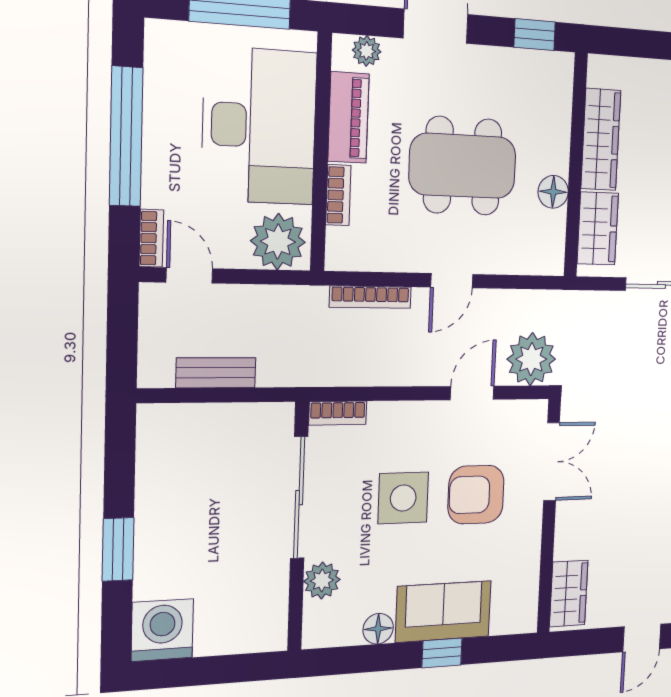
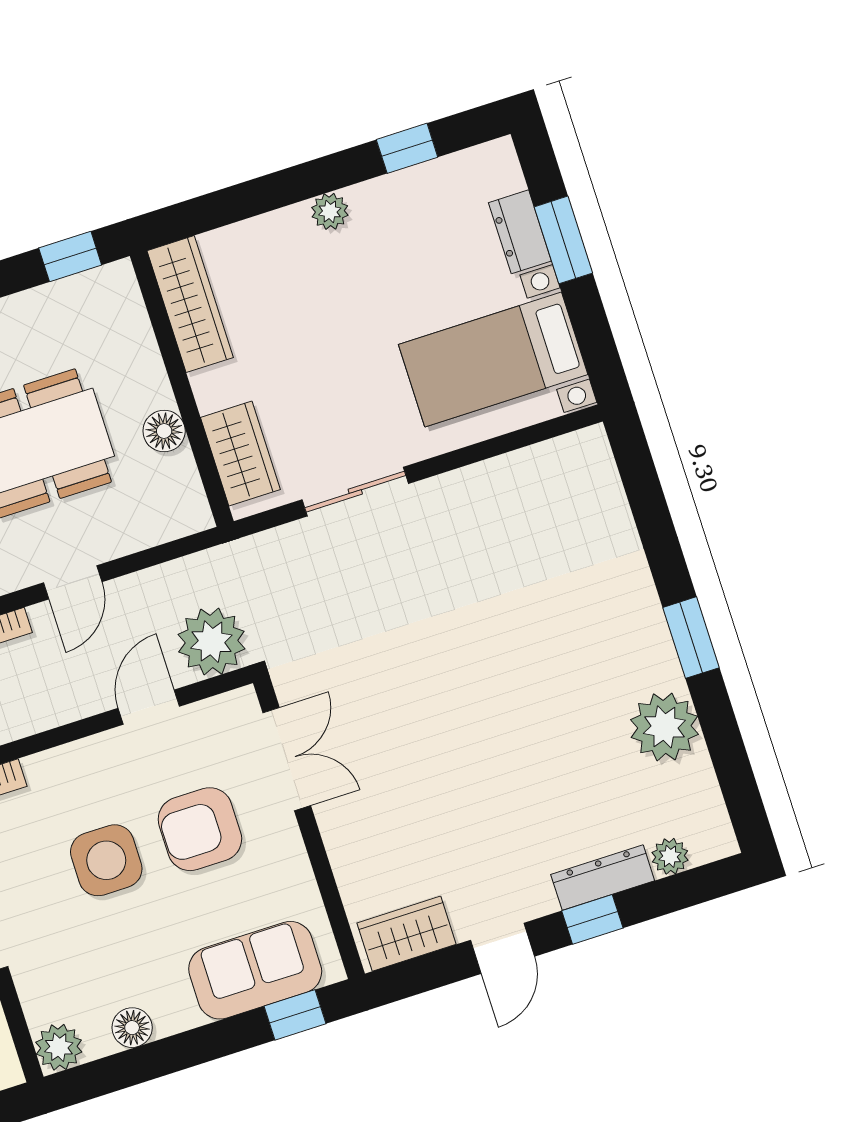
wardrobe: (601, 139) -> (190, 304), moved
plant: (322, 580) -> (59, 1047), moved
wardrobe: (569, 594) -> (406, 934), moved, turned -90
sofa: (443, 611) -> (255, 970), moved
window: (442, 653) -> (295, 1015), moved

